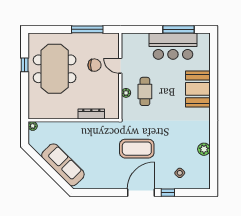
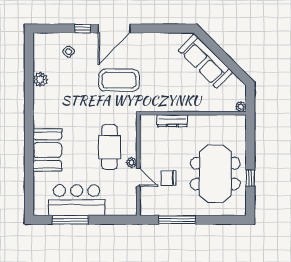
cafe table: (145, 91) -> (109, 147), width x1.37, depth x1.35
plant: (126, 93) -> (132, 163), moved

